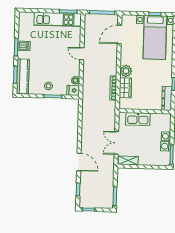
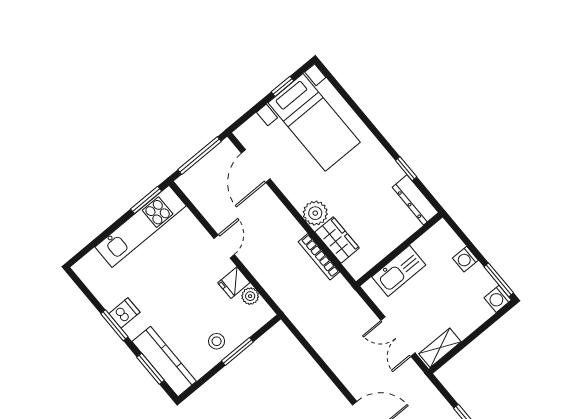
door: (82, 54) -> (224, 246), swing flipped
fridge: (73, 90) -> (234, 283), moved
washing machine: (165, 146) -> (498, 299), moved

